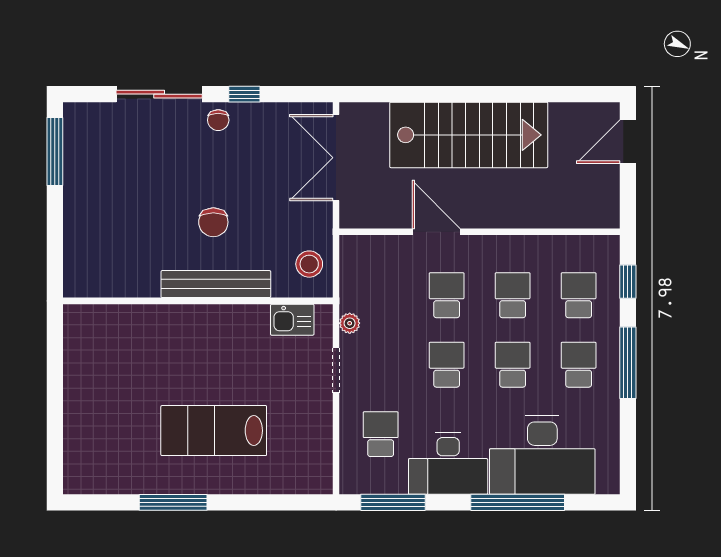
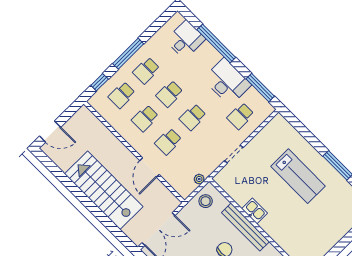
kitchen sink: (292, 320) -> (255, 211), moved
plant: (350, 323) -> (199, 179), moved
desk: (542, 455) -> (186, 40), width x0.53, depth x0.77

